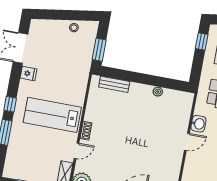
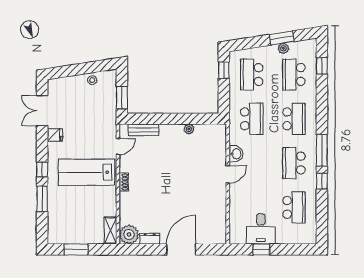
door: (76, 151) -> (118, 147), moved

